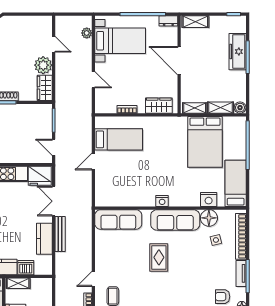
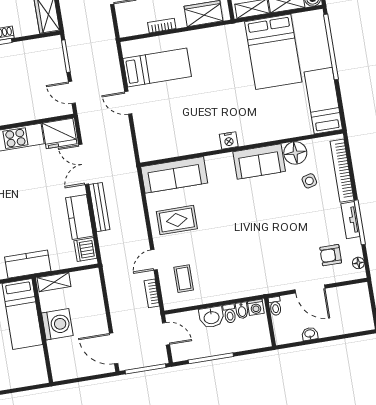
door: (93, 162) -> (128, 103), hinge flipped
nightstand: (209, 199) -> (291, 128), removed
sofa: (175, 220) -> (259, 162), width x0.73
rug: (159, 257) -> (177, 220), moved, turned 90
dishwasher: (26, 268) -> (85, 249), moved, turned -90

